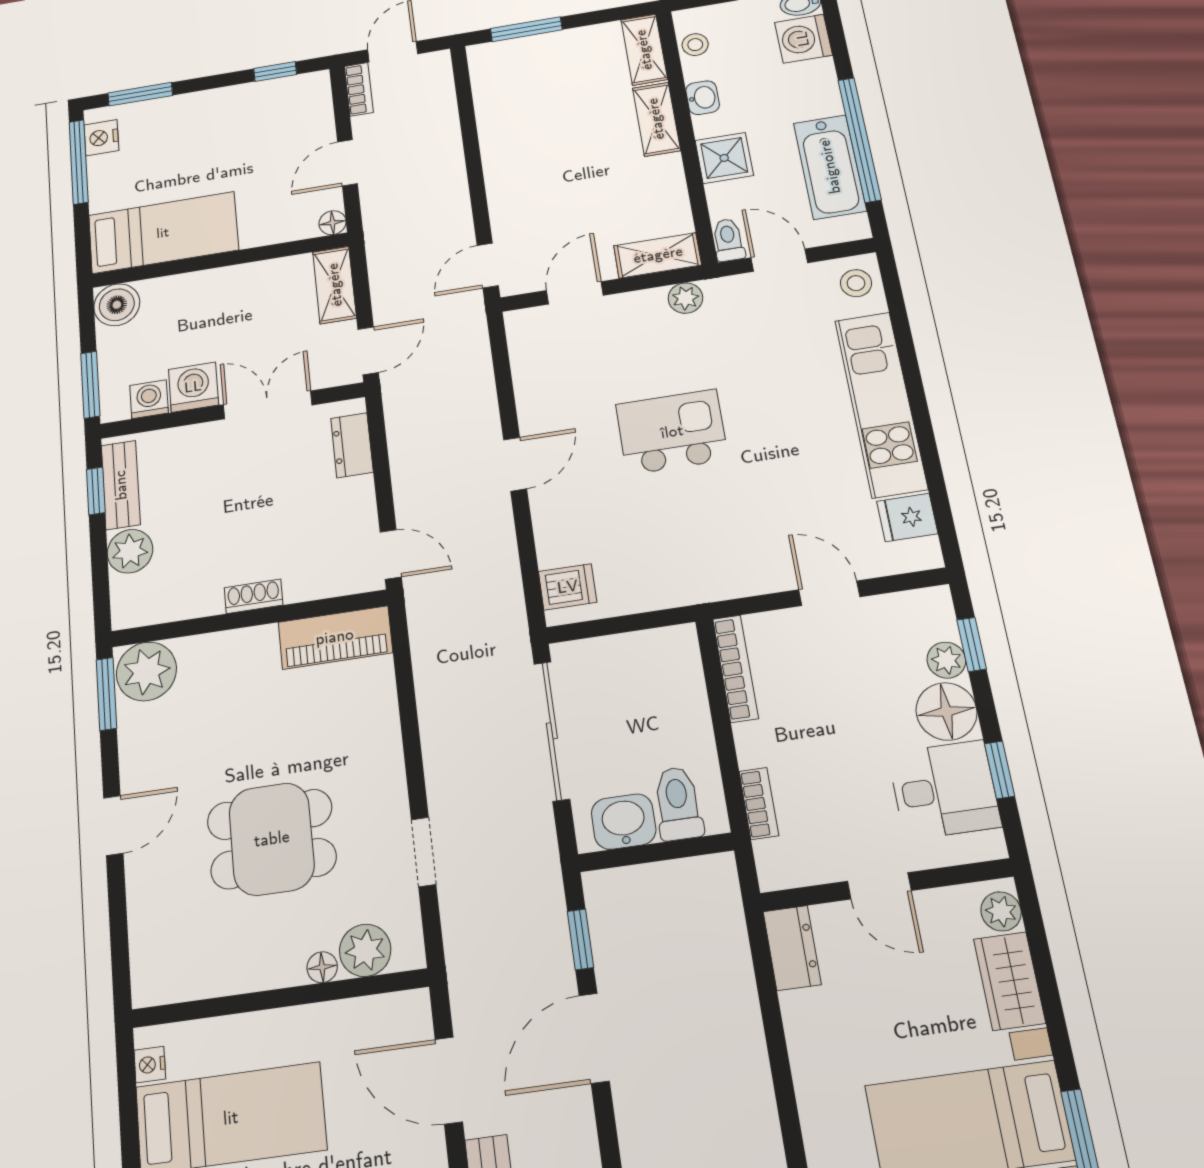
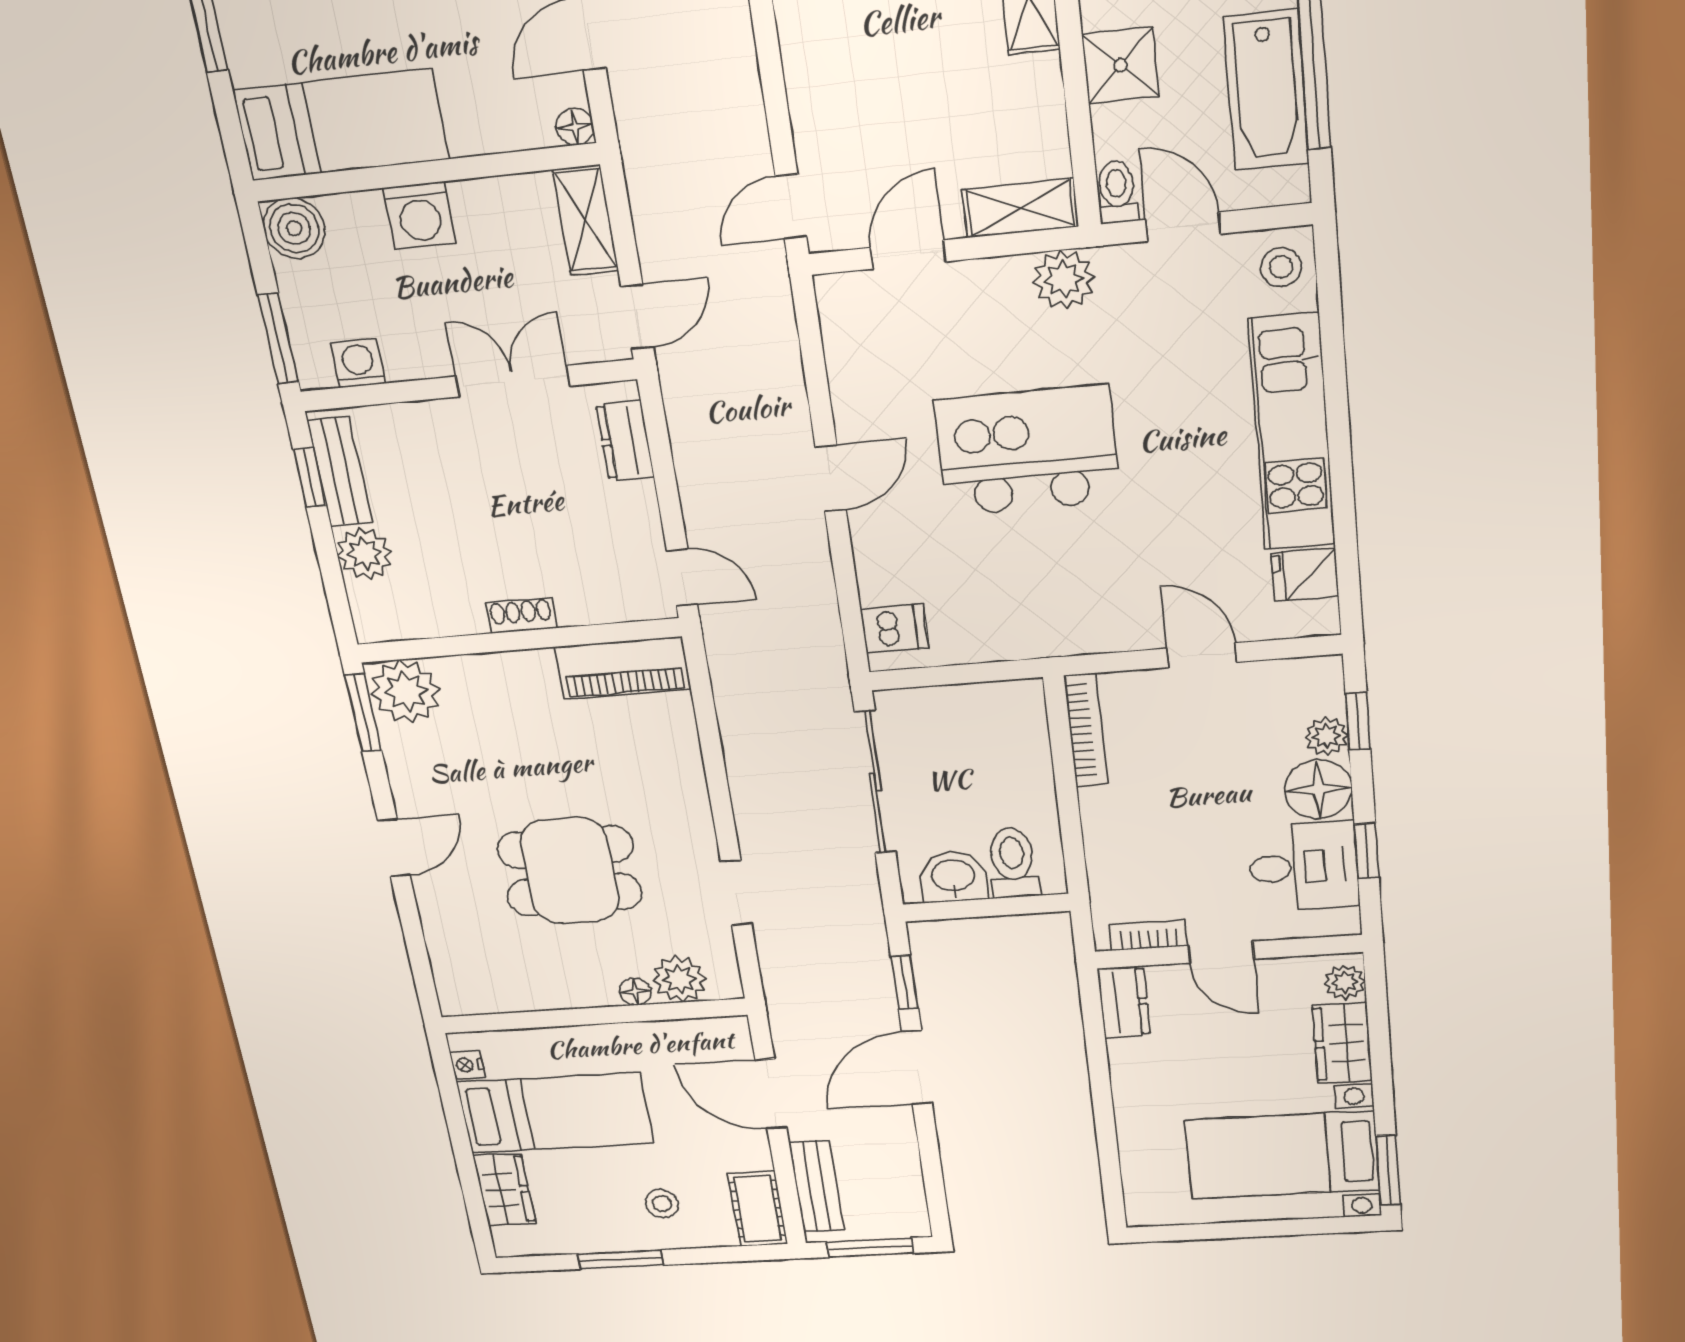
plant: (685, 298) -> (1064, 280), width x1.38, depth x1.38
washing machine: (193, 387) -> (420, 215), moved, turned 180
kitchen island: (672, 432) -> (1027, 451), width x1.37, depth x1.28
bookcase: (759, 803) -> (1149, 935), moved, turned -90

